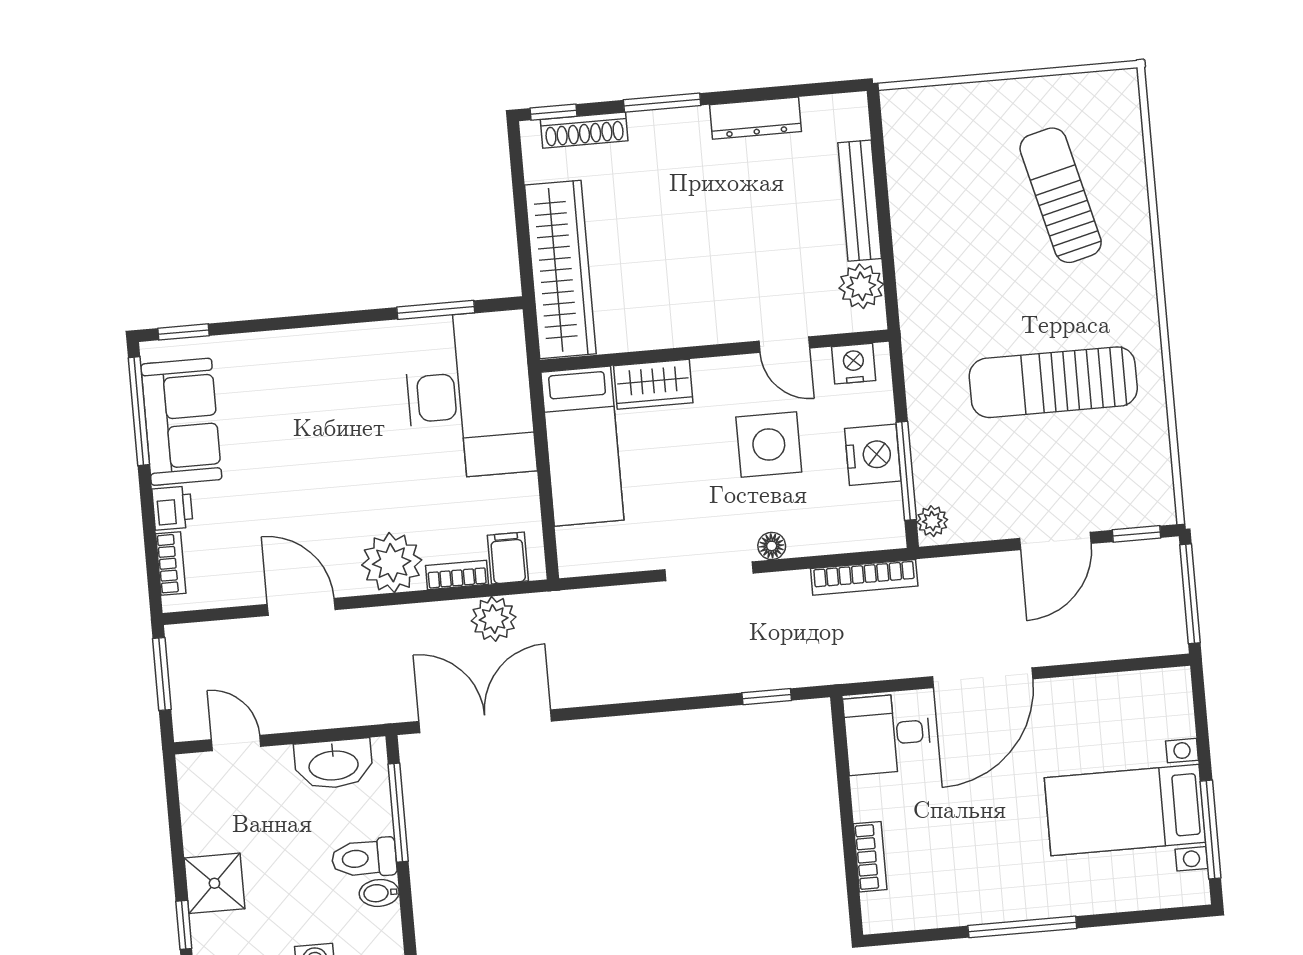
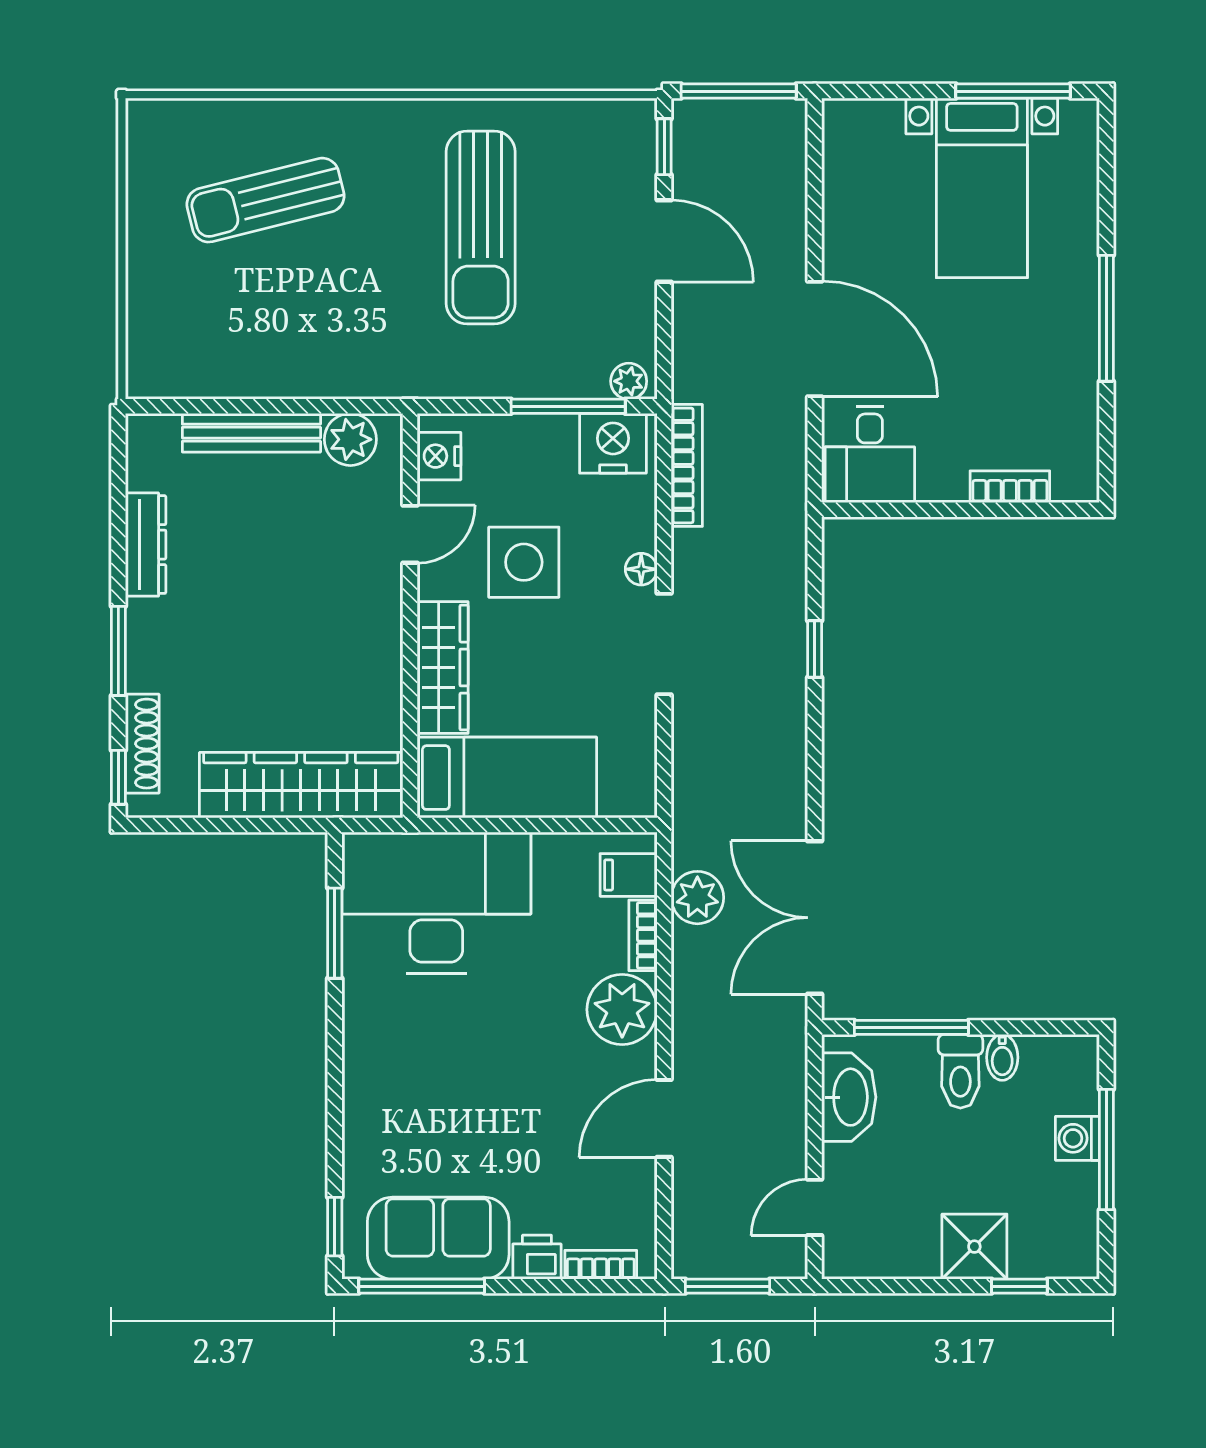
wardrobe: (653, 384) -> (443, 668), width x1.50
nightstand: (873, 455) -> (613, 443), moved
window: (767, 697) -> (815, 649), moved

